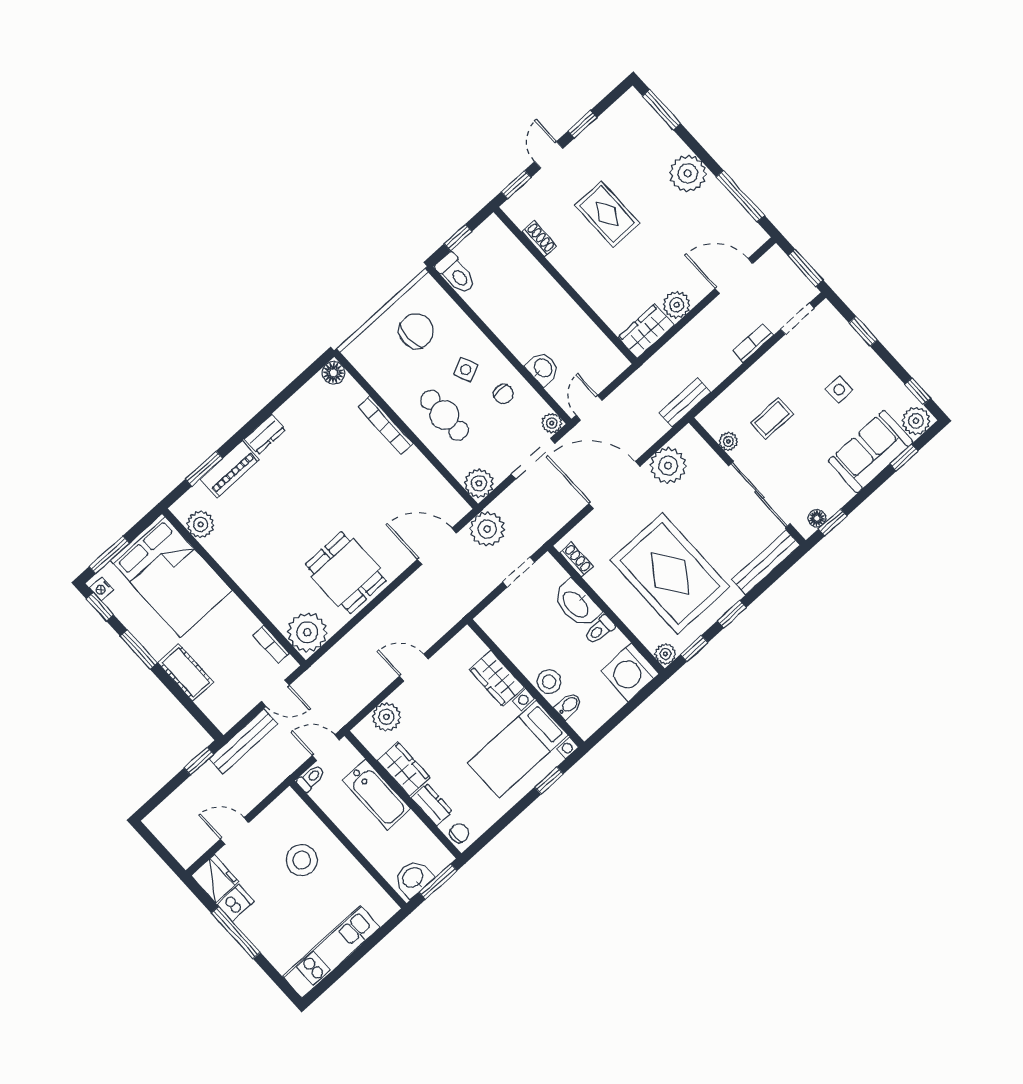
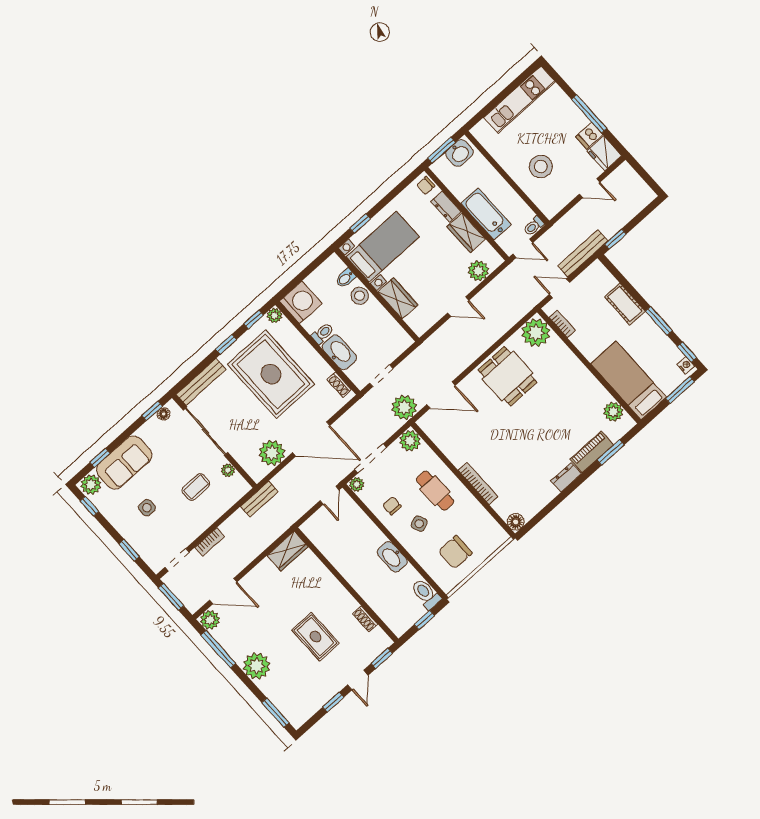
plant: (677, 305) -> (210, 620), moved
washbasin: (543, 368) -> (392, 557), moved, width x1.38
bed: (171, 575) -> (629, 380), width x0.67

